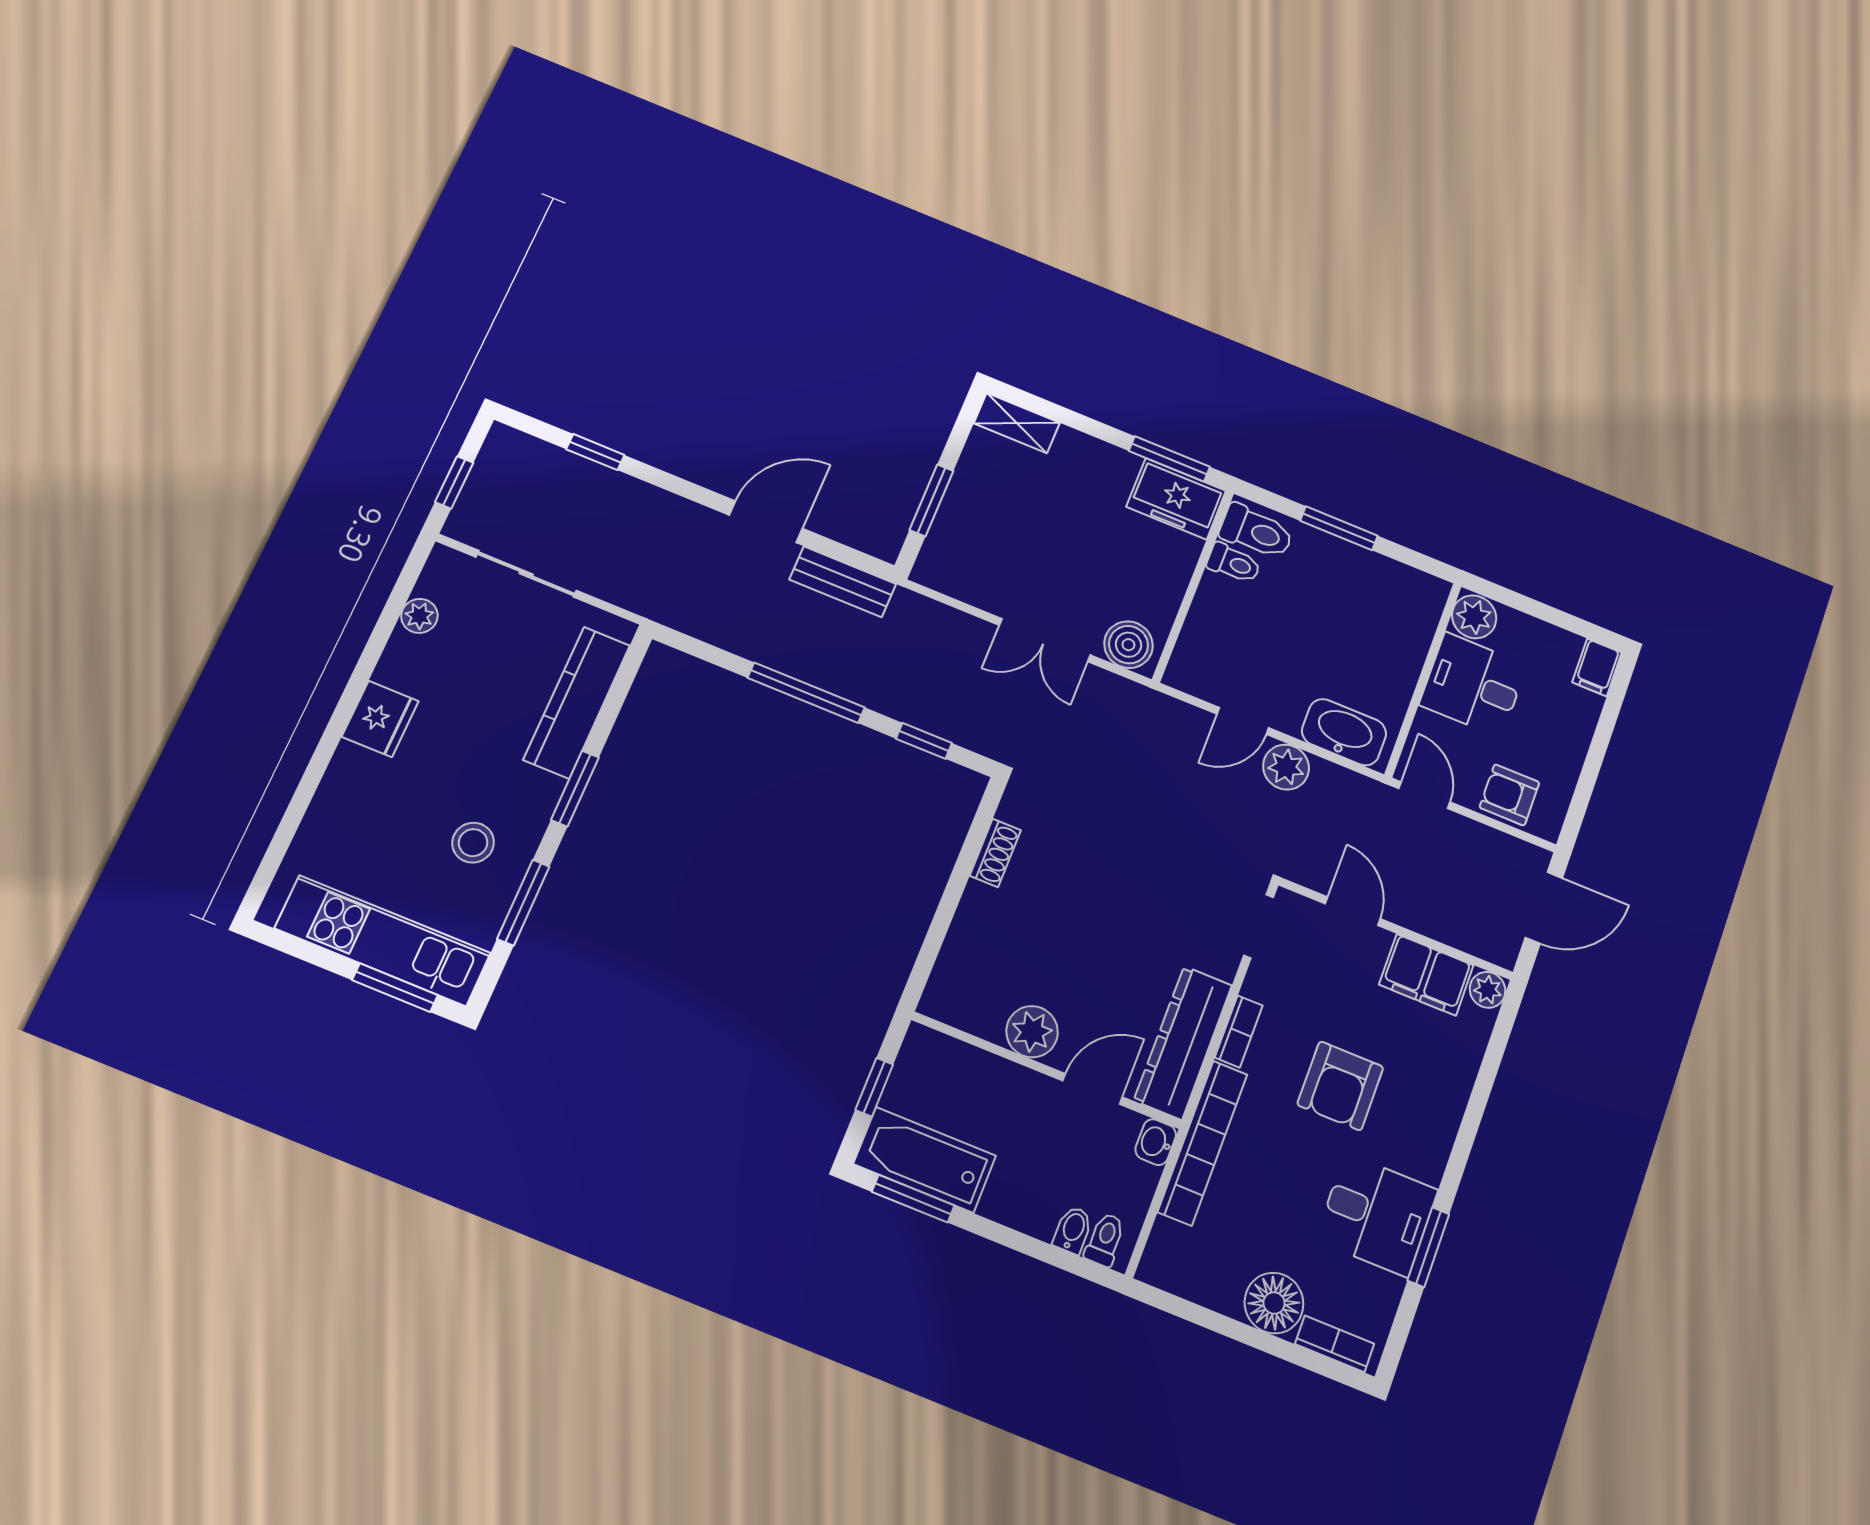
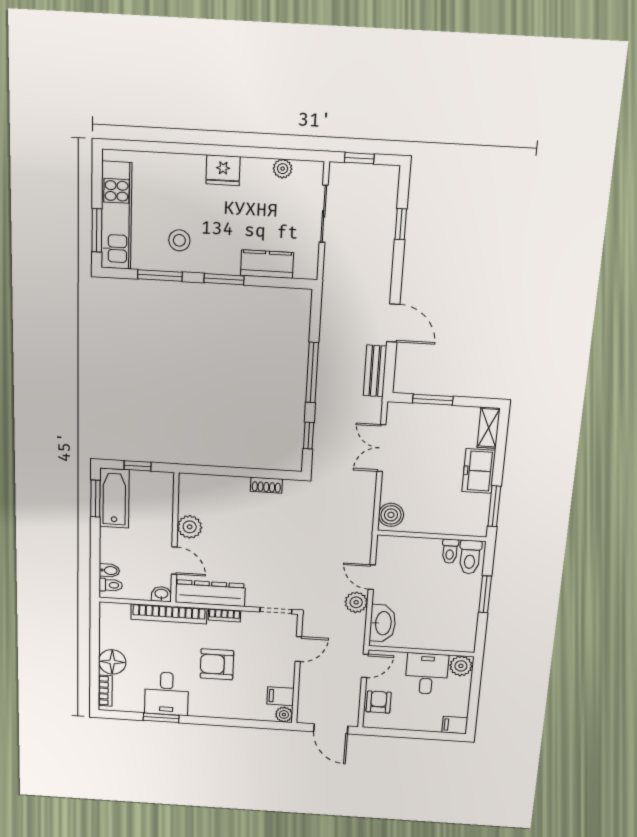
freezer: (1176, 499) -> (479, 471), moved
double door: (1045, 640) -> (381, 448), moved
kitchen counter: (577, 702) -> (267, 264), width x0.67
filing cabinet: (1426, 975) -> (280, 696), width x0.50

